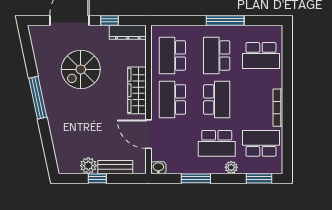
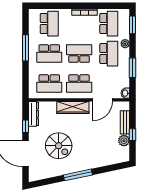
school desk: (261, 143) -> (109, 24), turned 180

